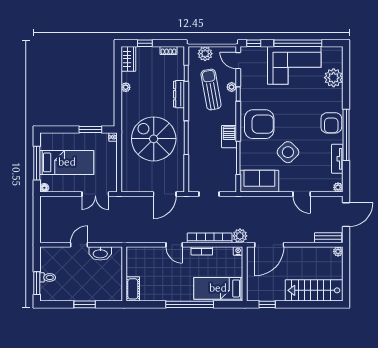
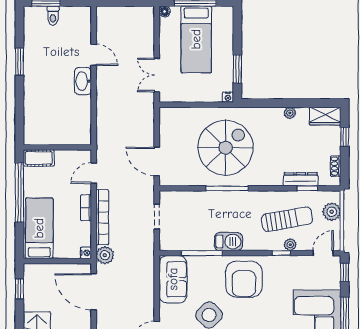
dresser: (179, 94) -> (301, 179), moved
wall: (124, 274) -> (57, 147), moved
cot: (133, 289) -> (39, 158), moved

